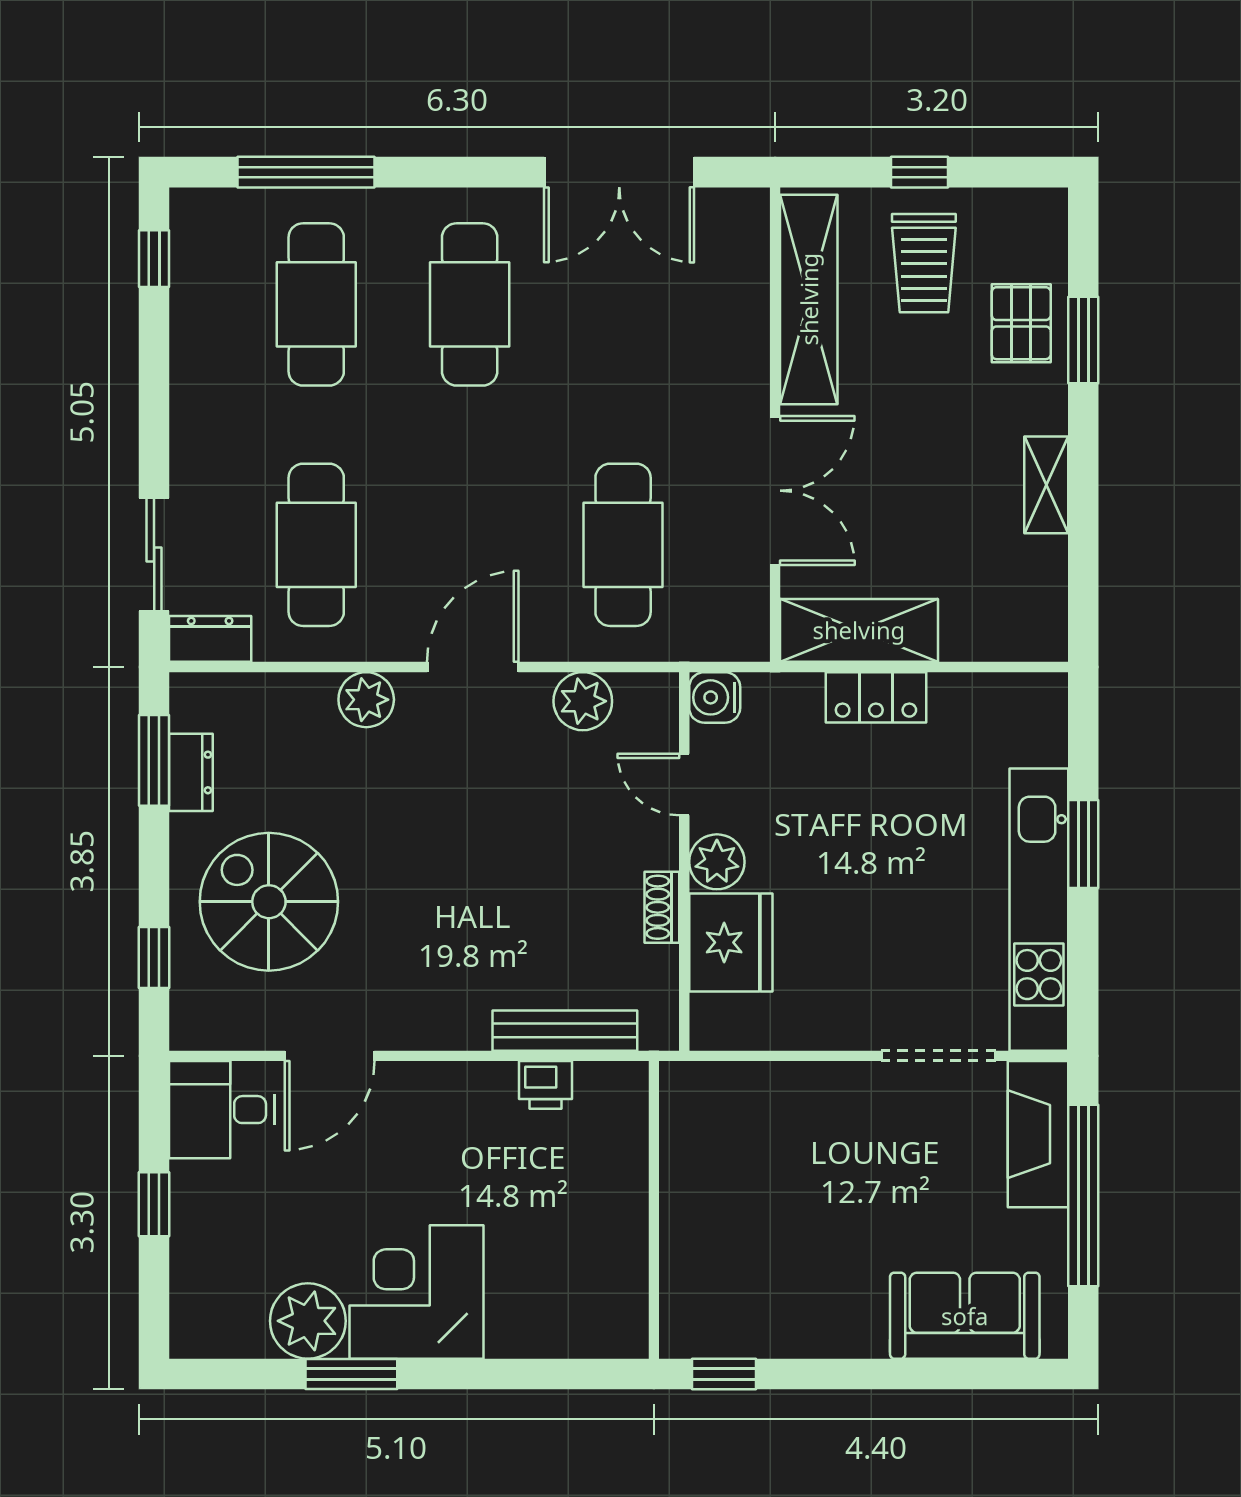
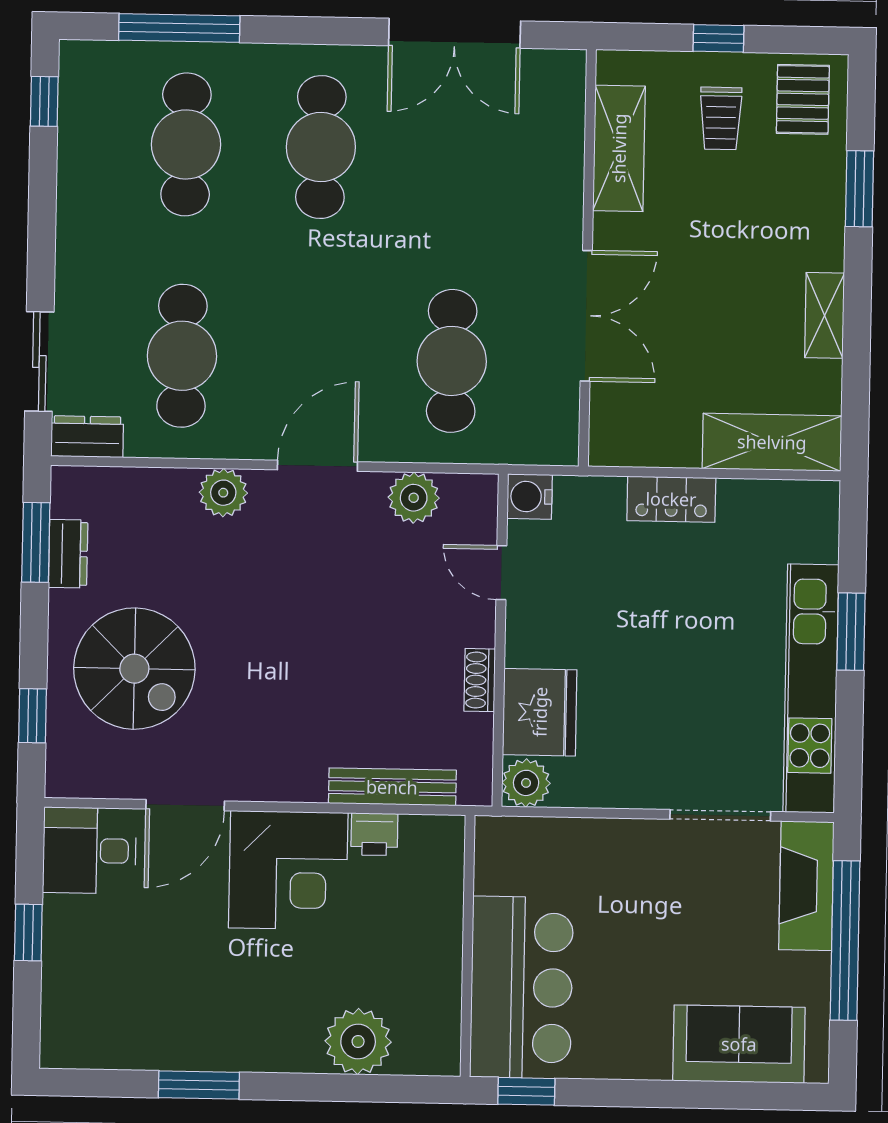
trolley: (924, 263) -> (721, 118), width x0.73, depth x0.72
shelving: (809, 299) -> (619, 148), width x0.68
pallet: (1021, 323) -> (803, 99), moved
shelving: (859, 630) -> (772, 442), moved
plant: (717, 862) -> (526, 783), moved
spiral stairs: (269, 902) -> (134, 669), turned 180
bar counter: (716, 1256) -> (522, 987), added
corner desk: (417, 1292) -> (288, 870), moved, turned 180
plant: (308, 1321) -> (358, 1041), moved

